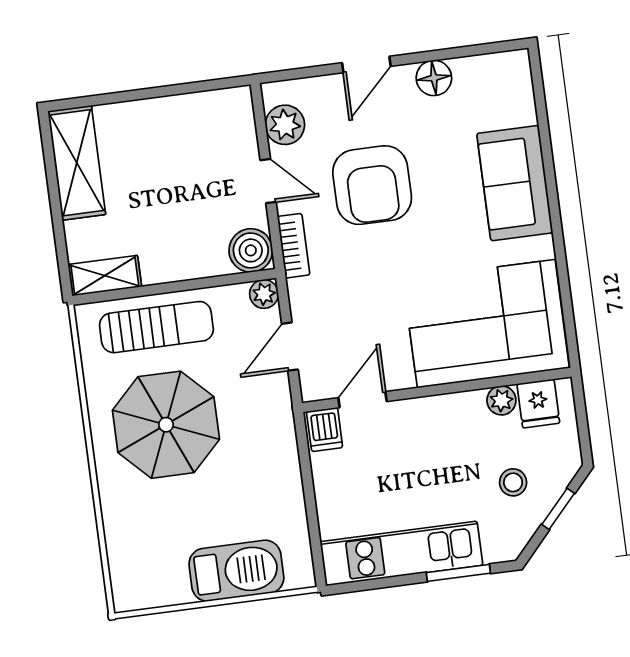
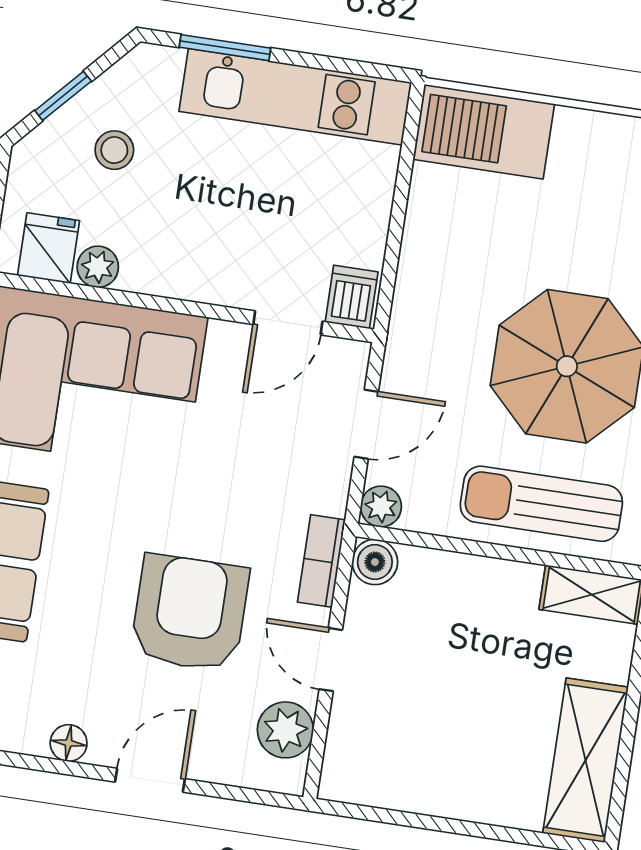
floor lamp: (434, 78) -> (69, 743), width x0.73, depth x0.73
boiler: (251, 250) -> (375, 562), width x0.73, depth x0.73
barbecue: (236, 571) -> (484, 132), moved

